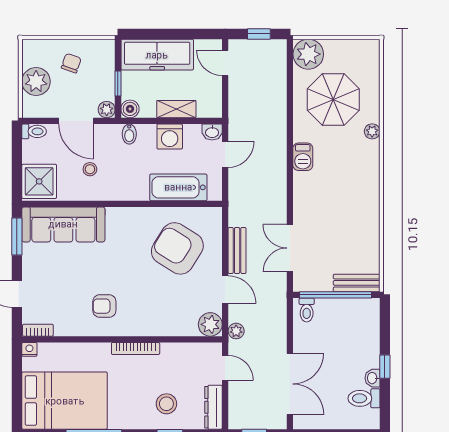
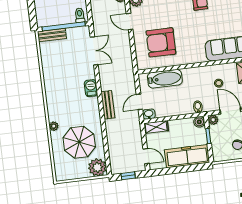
shelving: (176, 109) -> (156, 127), moved
washing machine: (170, 137) -> (174, 108), removed
barbecue: (303, 157) -> (91, 88), moved
armchair: (177, 248) -> (161, 42), turned 148
bench: (237, 250) -> (108, 105), moved

